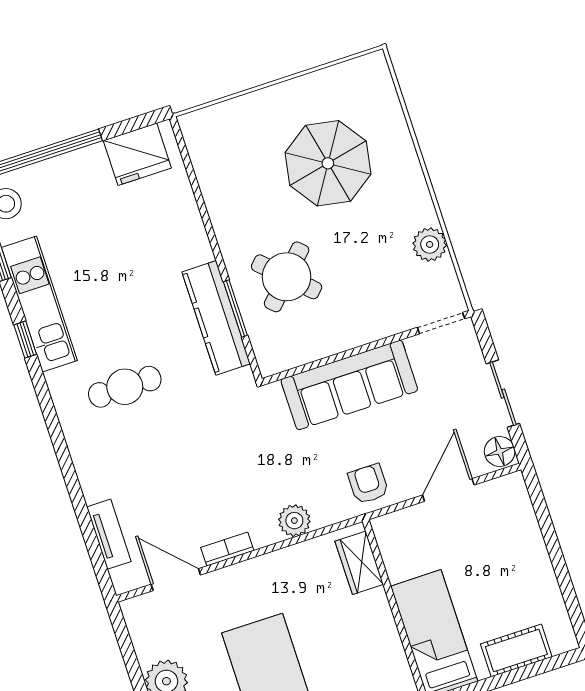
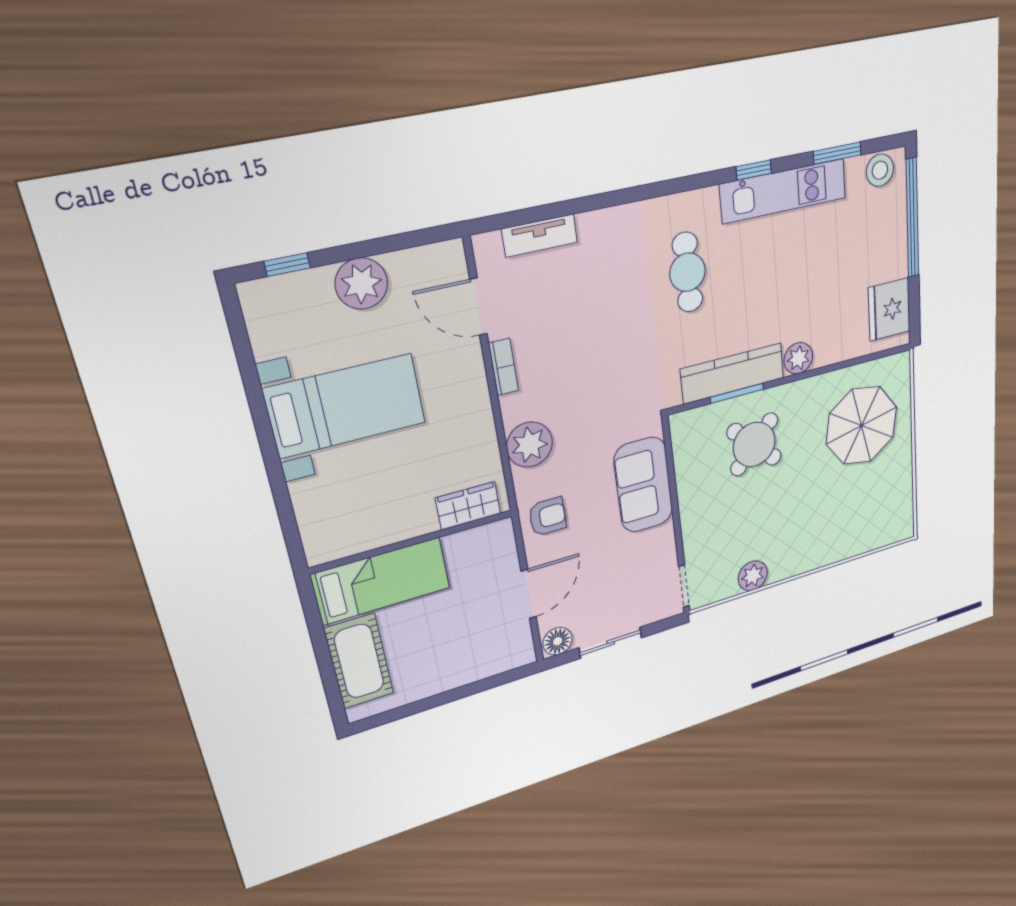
parasol: (328, 163) -> (862, 426), moved
plant: (195, 248) -> (798, 358), added
sofa: (349, 385) -> (644, 485), width x0.73
door: (448, 490) -> (529, 594), hinge flipped
plant: (294, 521) -> (530, 445), width x1.36, depth x1.36
door: (176, 580) -> (478, 307), swing flipped
cot: (516, 650) -> (359, 661), width x1.37, depth x1.34

